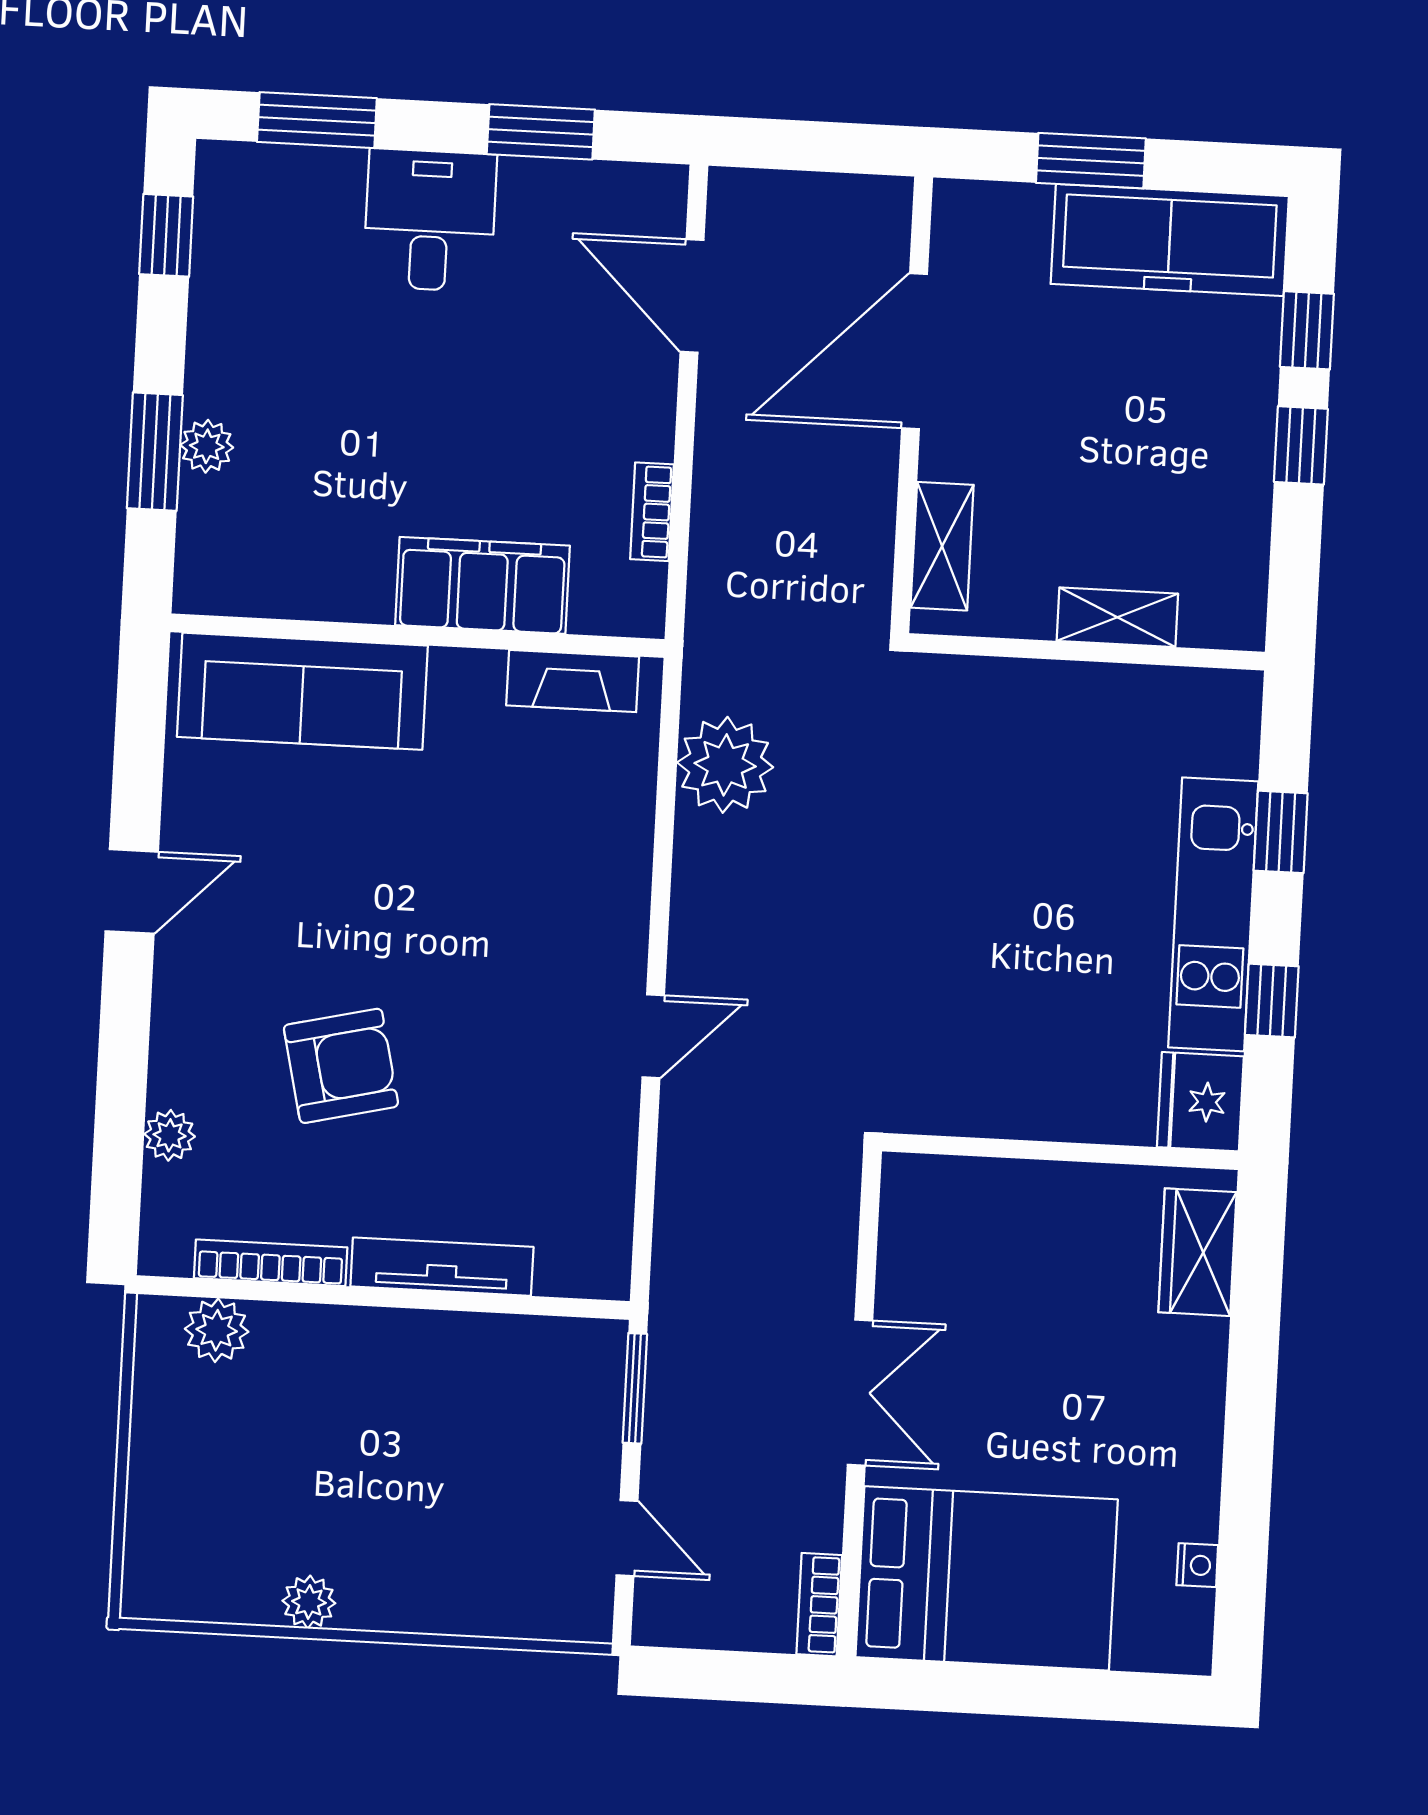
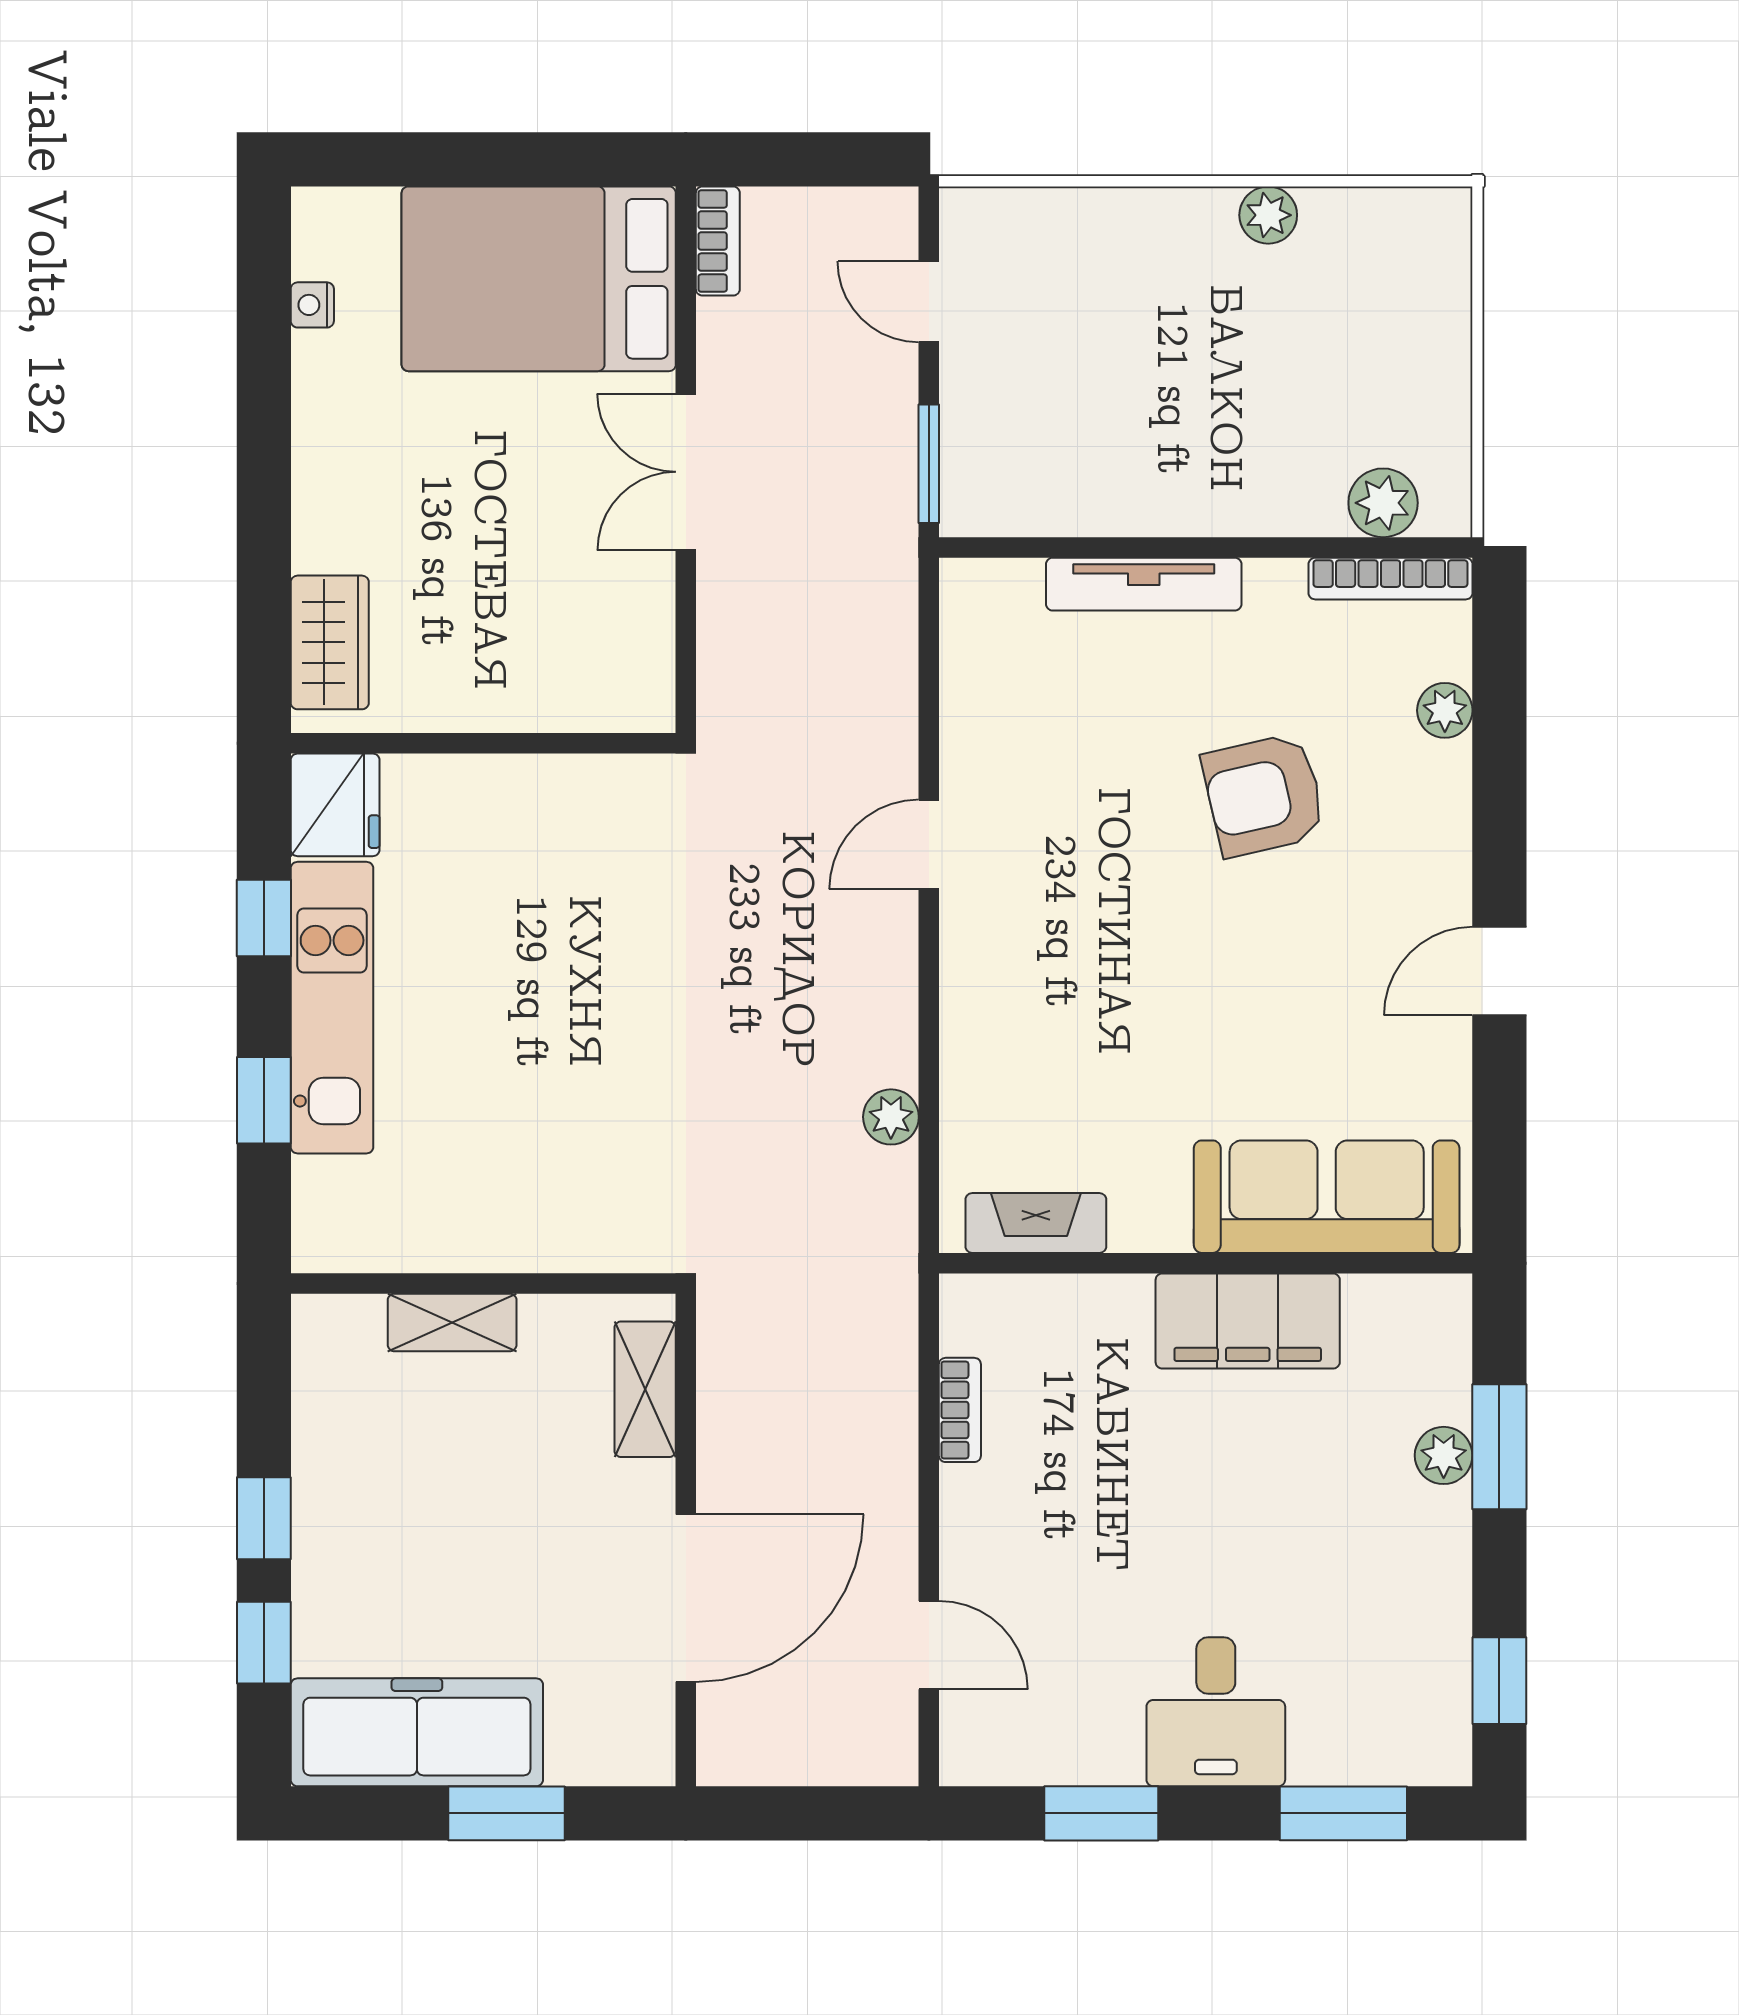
door: (692, 296) -> (929, 1645), width x0.73
filing cabinet: (483, 585) -> (1248, 1321), moved
plant: (725, 765) -> (891, 1117), width x0.53, depth x0.53
bookcase: (271, 1263) -> (1390, 579), moved

